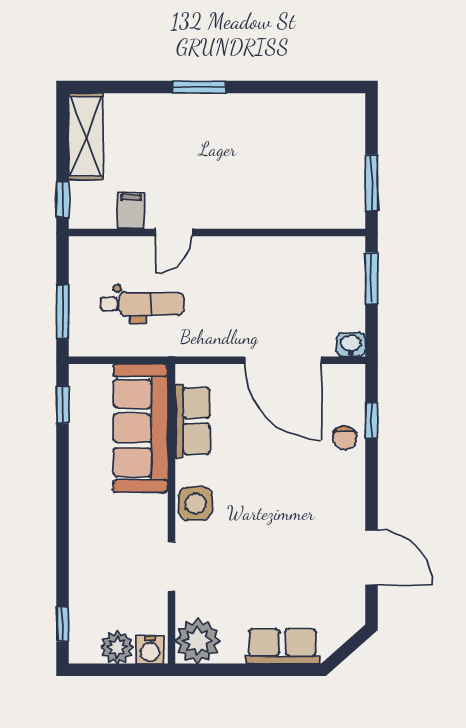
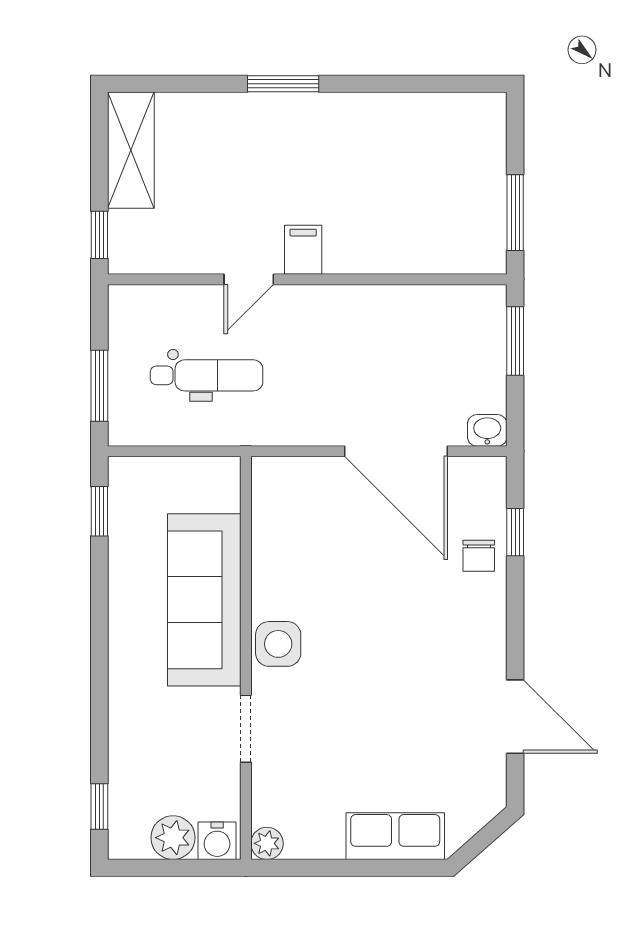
filing cabinet: (131, 210) -> (303, 250), moved
row of seats: (192, 421) -> (274, 533), removed
sofa: (141, 428) -> (204, 600), moved
plant: (198, 641) -> (267, 843), width x0.53, depth x0.53

